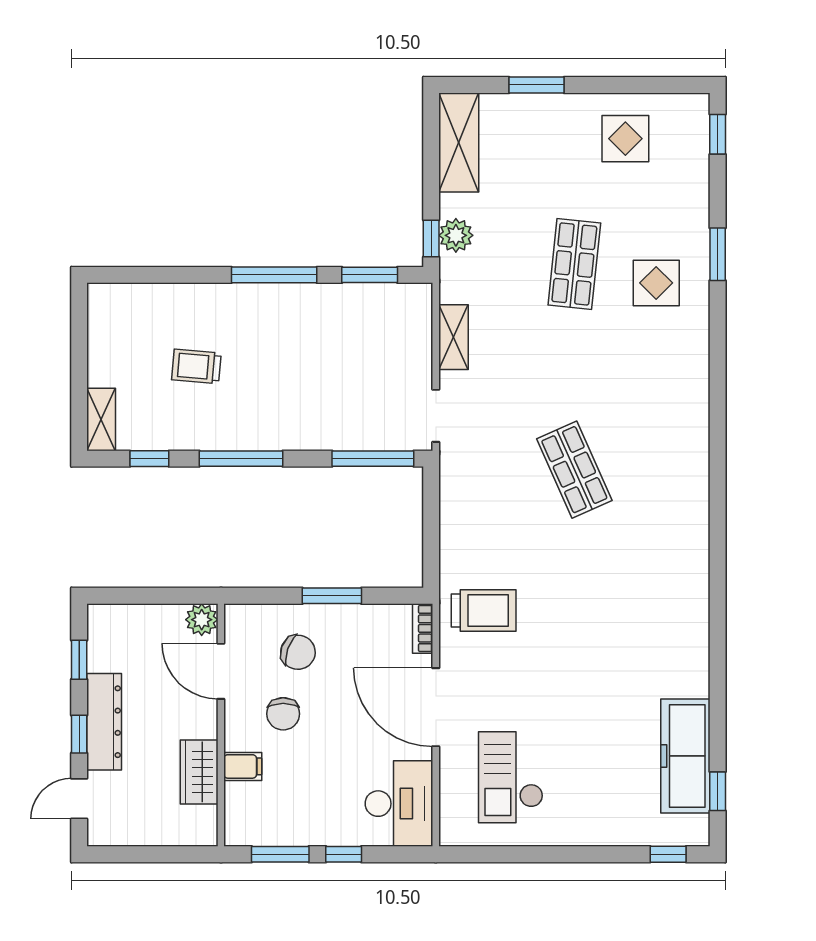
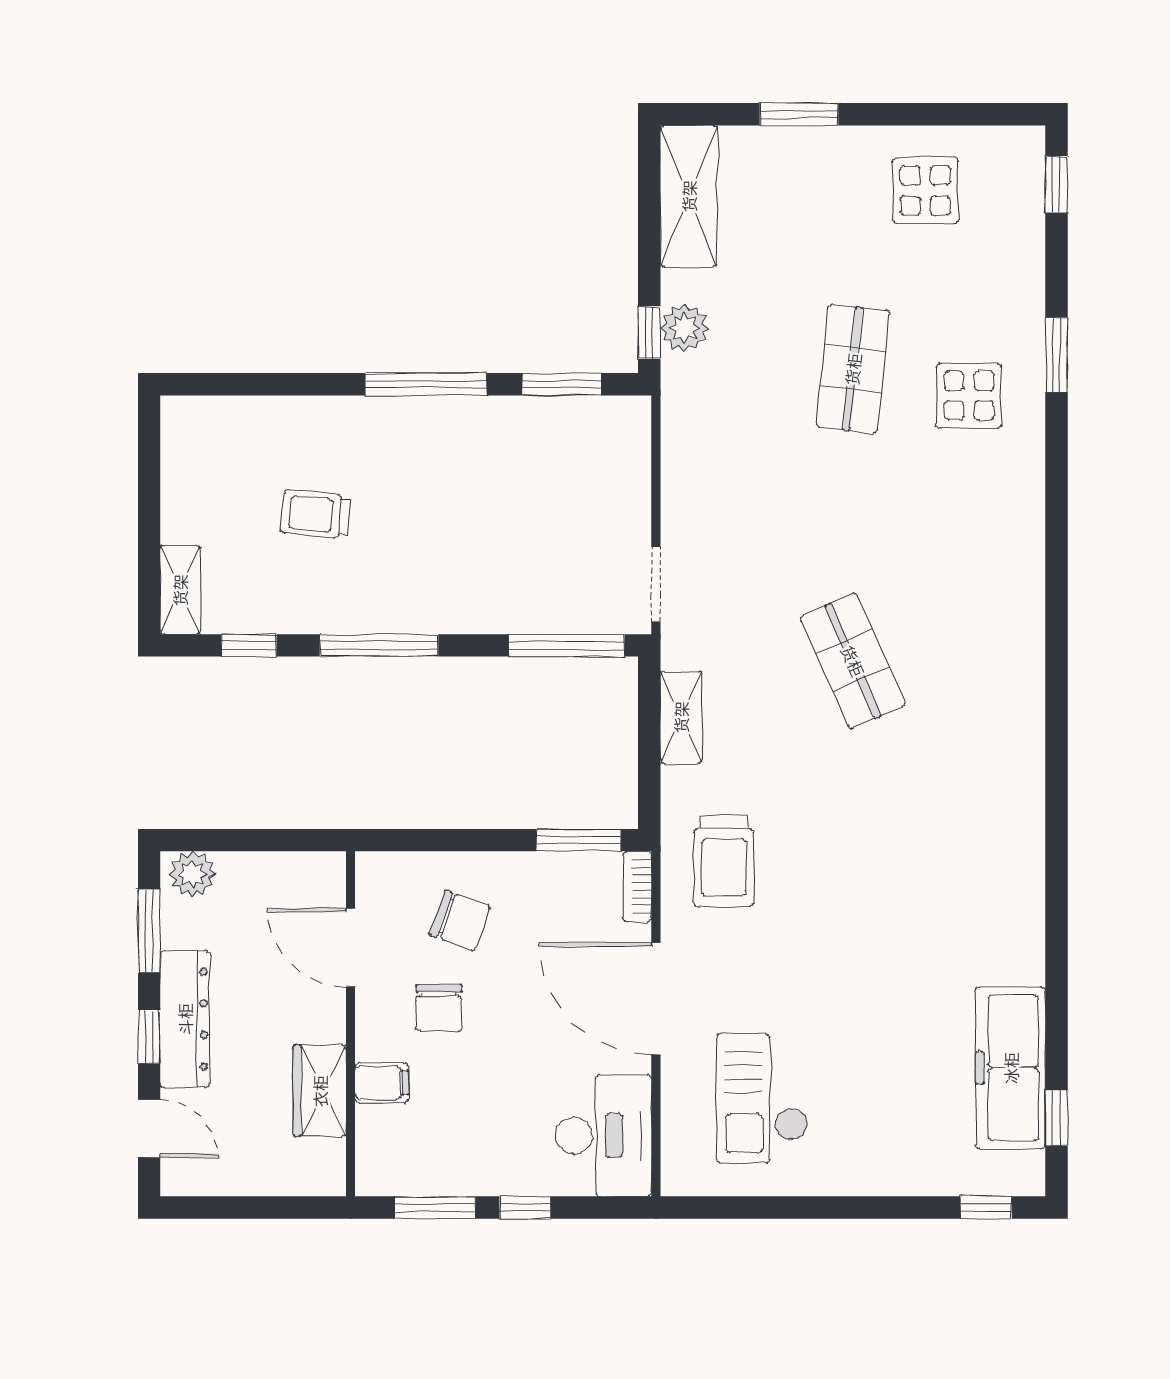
shelving: (454, 337) -> (681, 717), moved
window: (332, 596) -> (578, 840), moved
trolley: (484, 610) -> (724, 861), turned 90
plant: (202, 620) -> (192, 874), moved
window: (79, 660) -> (149, 931), width x1.50
door: (79, 799) -> (149, 1129), swing flipped

